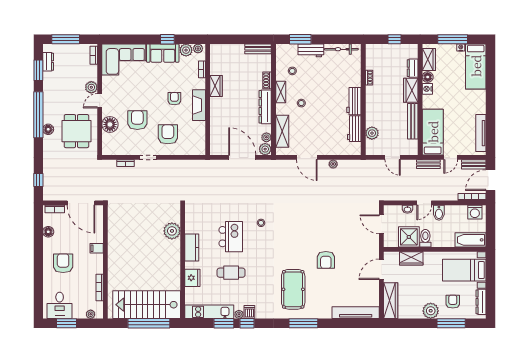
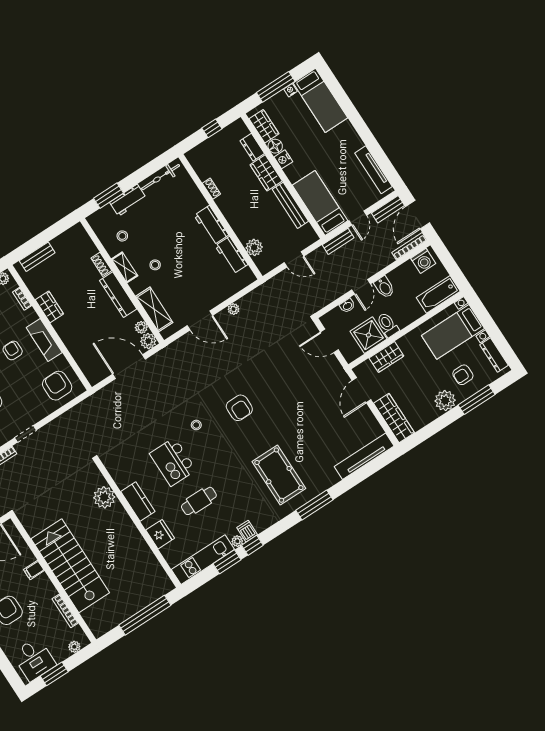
bench: (258, 49) -> (37, 257), moved
armchair: (168, 134) -> (57, 386), moved
kitchen island: (231, 237) -> (173, 462), turned 180
armchair: (326, 260) -> (239, 408), moved
armchair: (453, 302) -> (463, 375), turned -90
stairs: (147, 305) -> (70, 566), moved, turned 90

